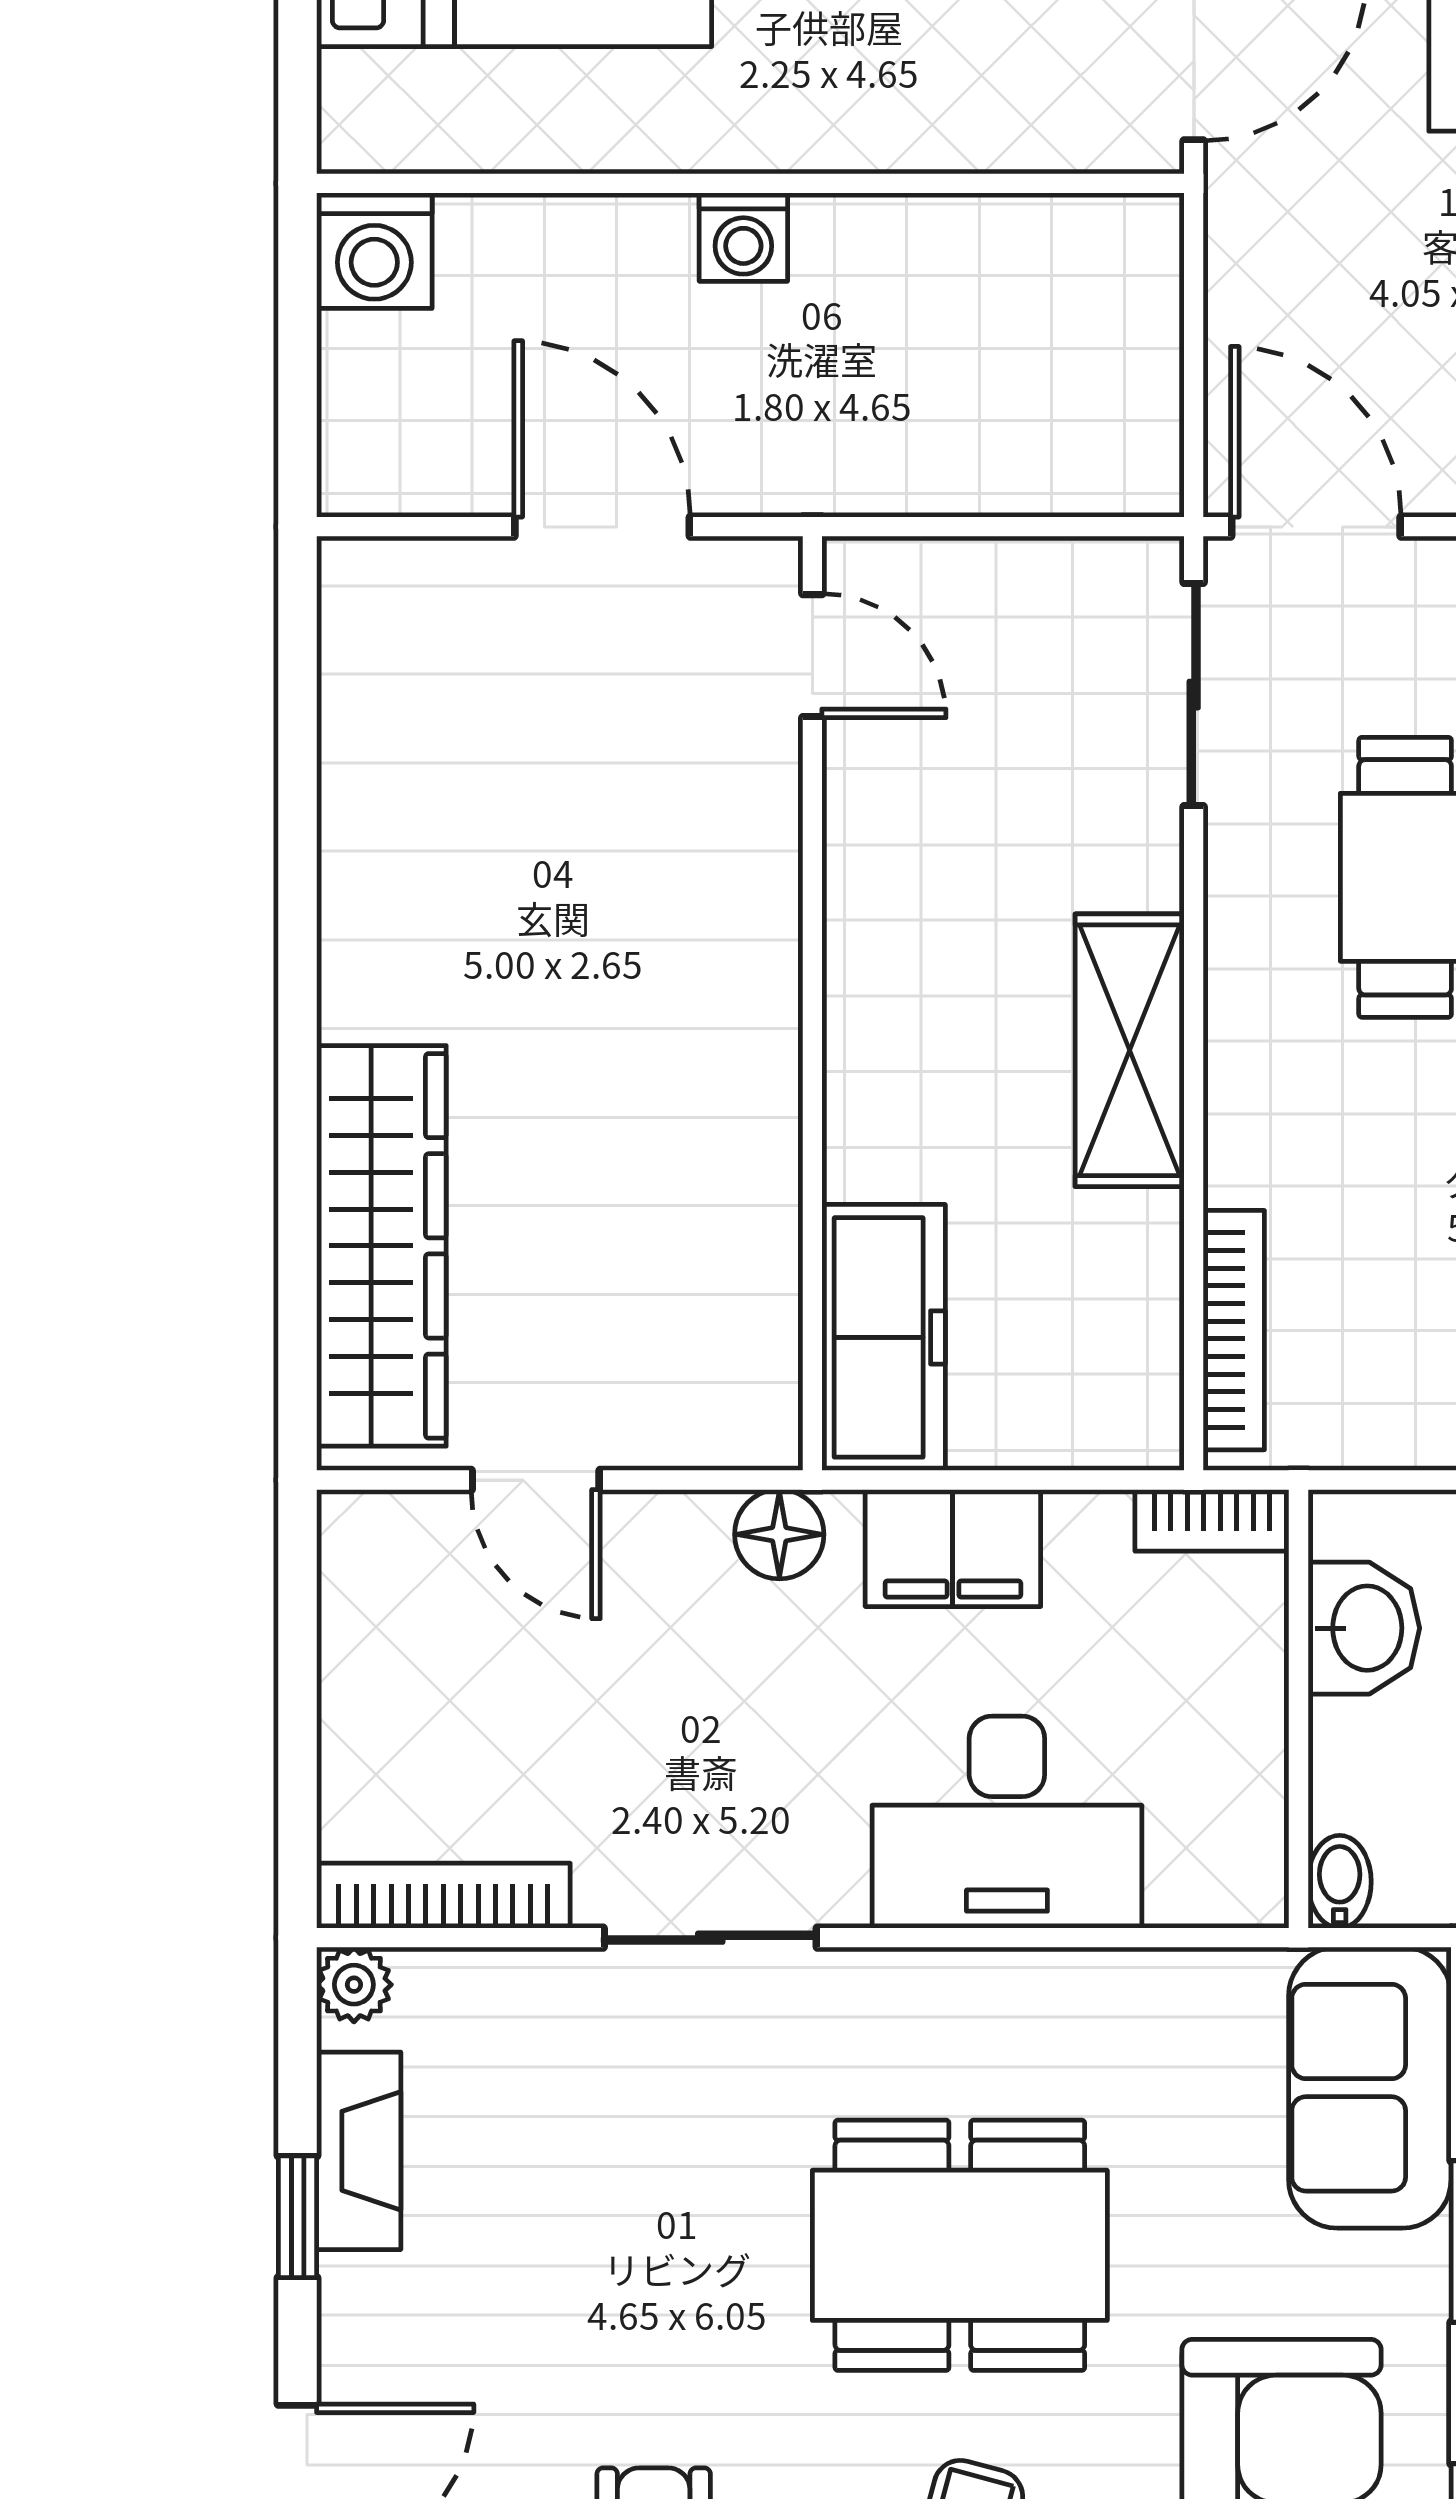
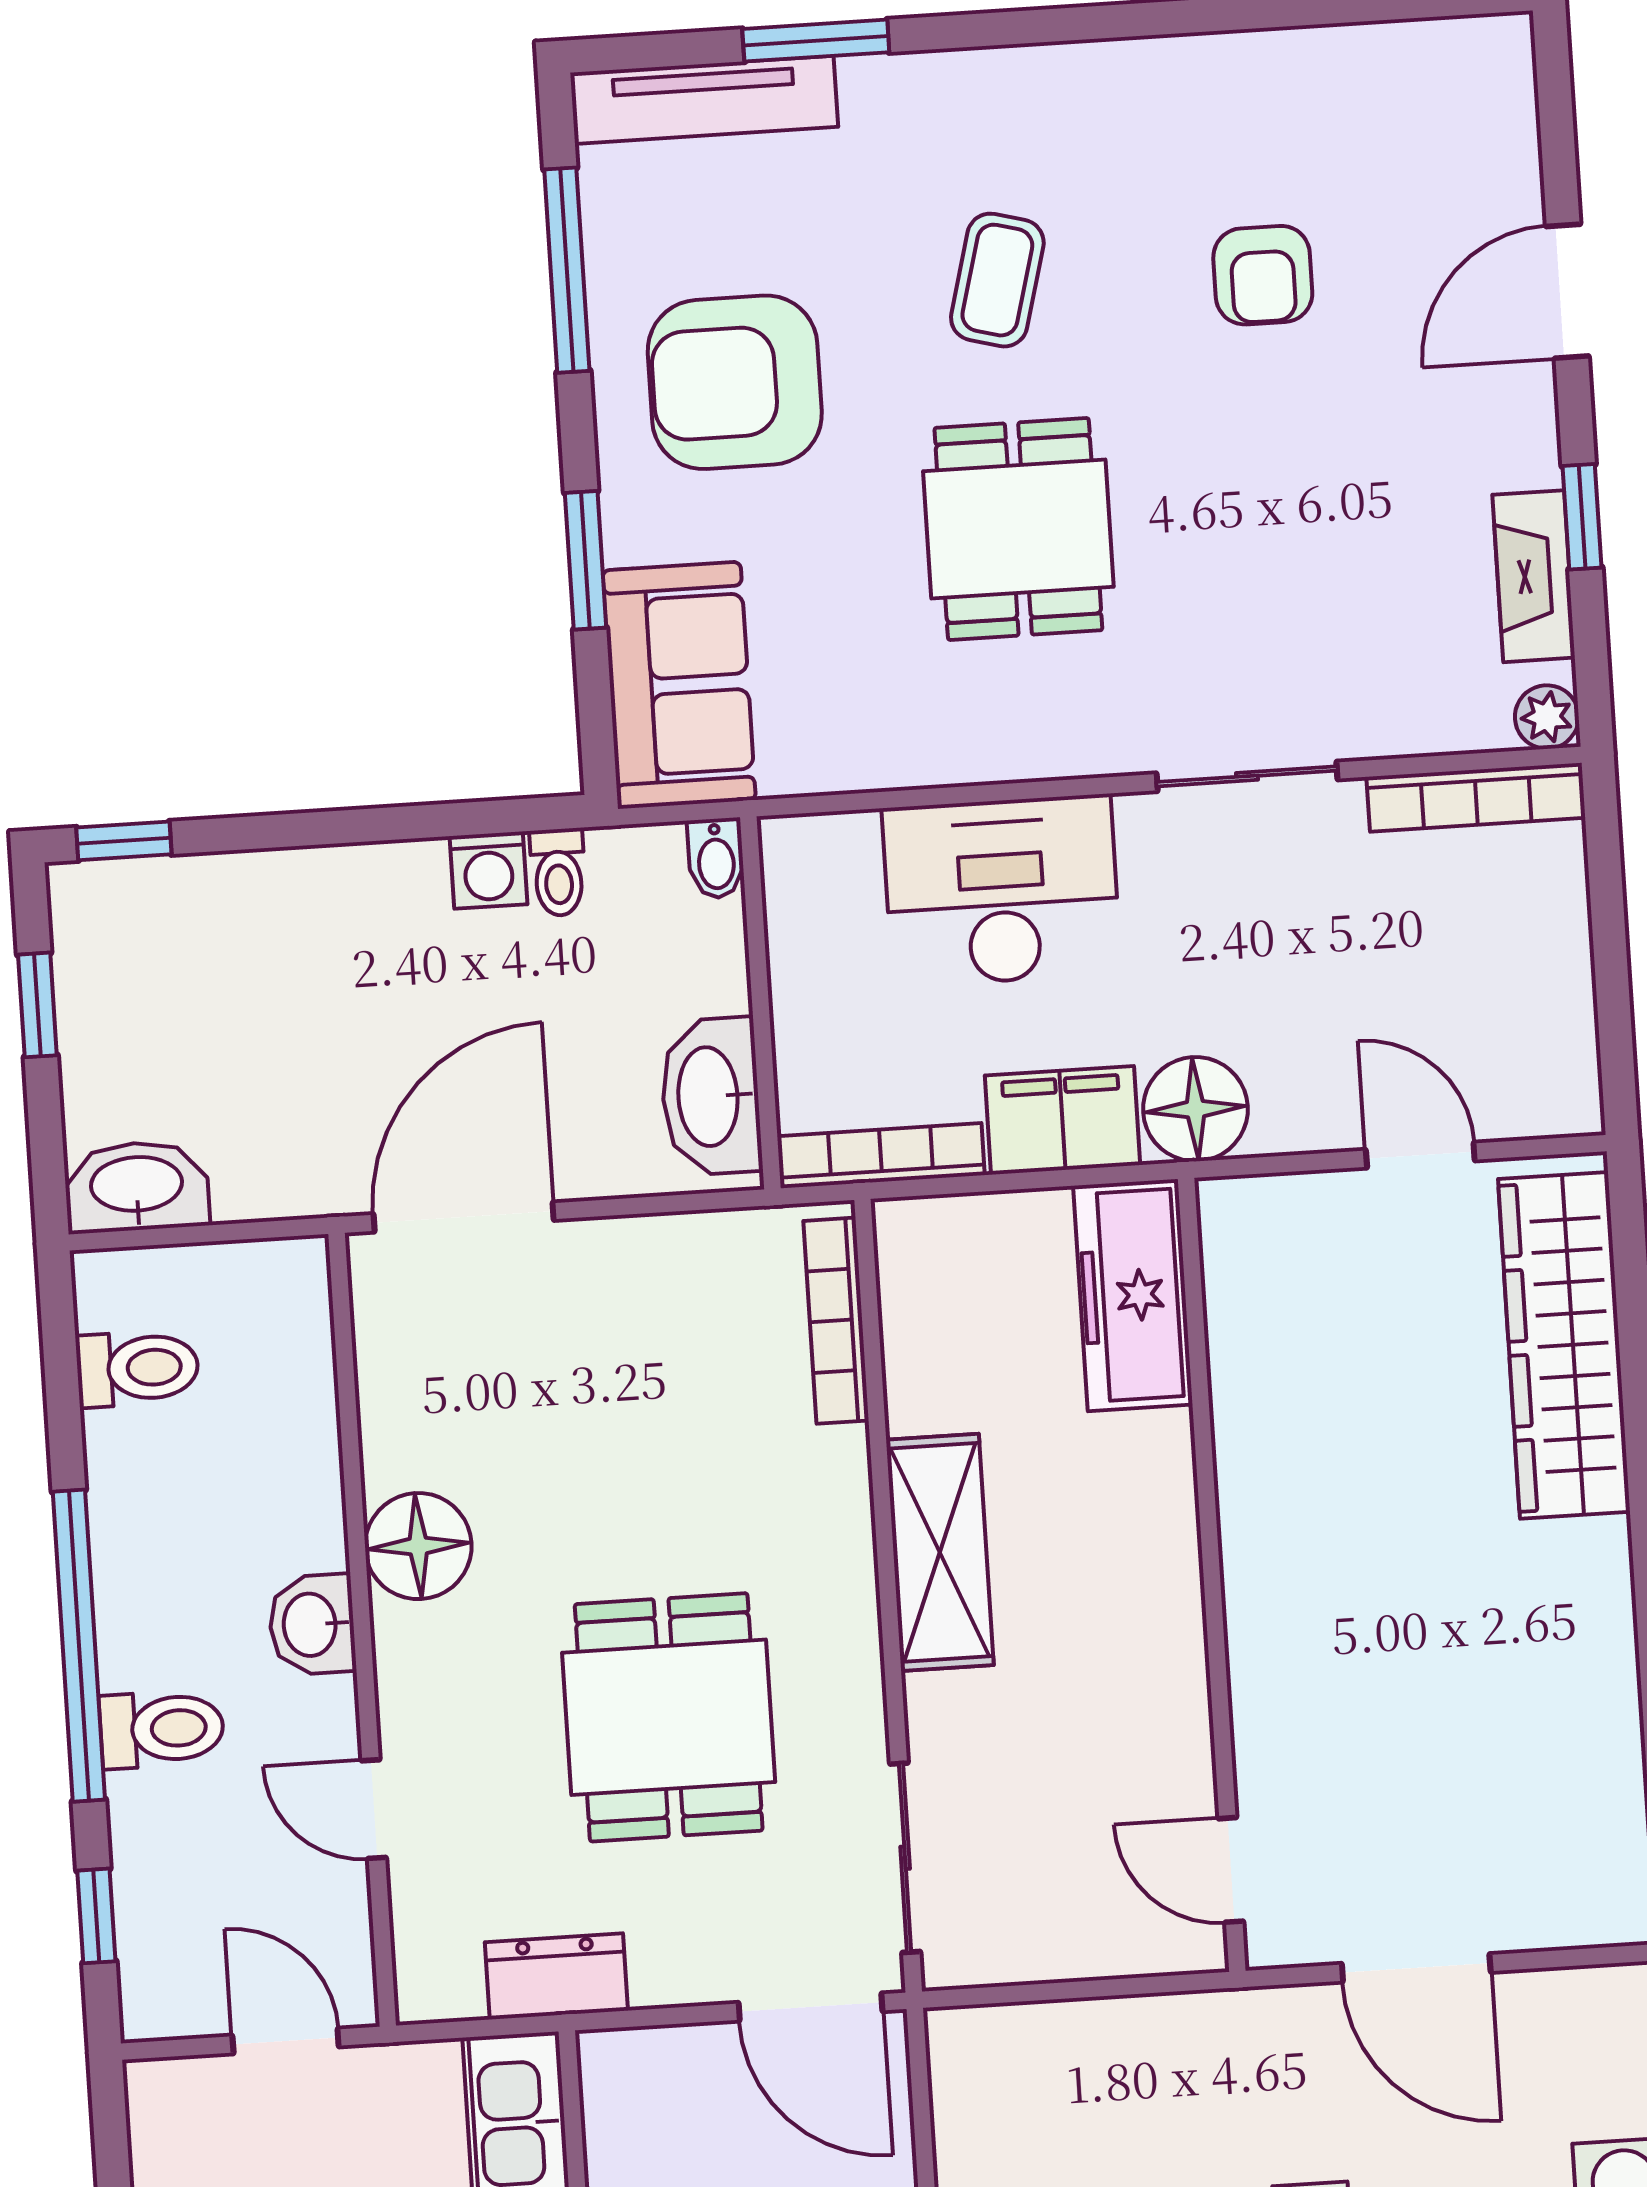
bookcase: (1212, 1520) -> (881, 1156), width x1.56
floor lamp: (779, 1534) -> (1195, 1109), width x1.38, depth x1.38
washbasin: (1364, 1628) -> (711, 1096), width x1.38
dining table: (960, 2245) -> (1018, 529), width x0.73

